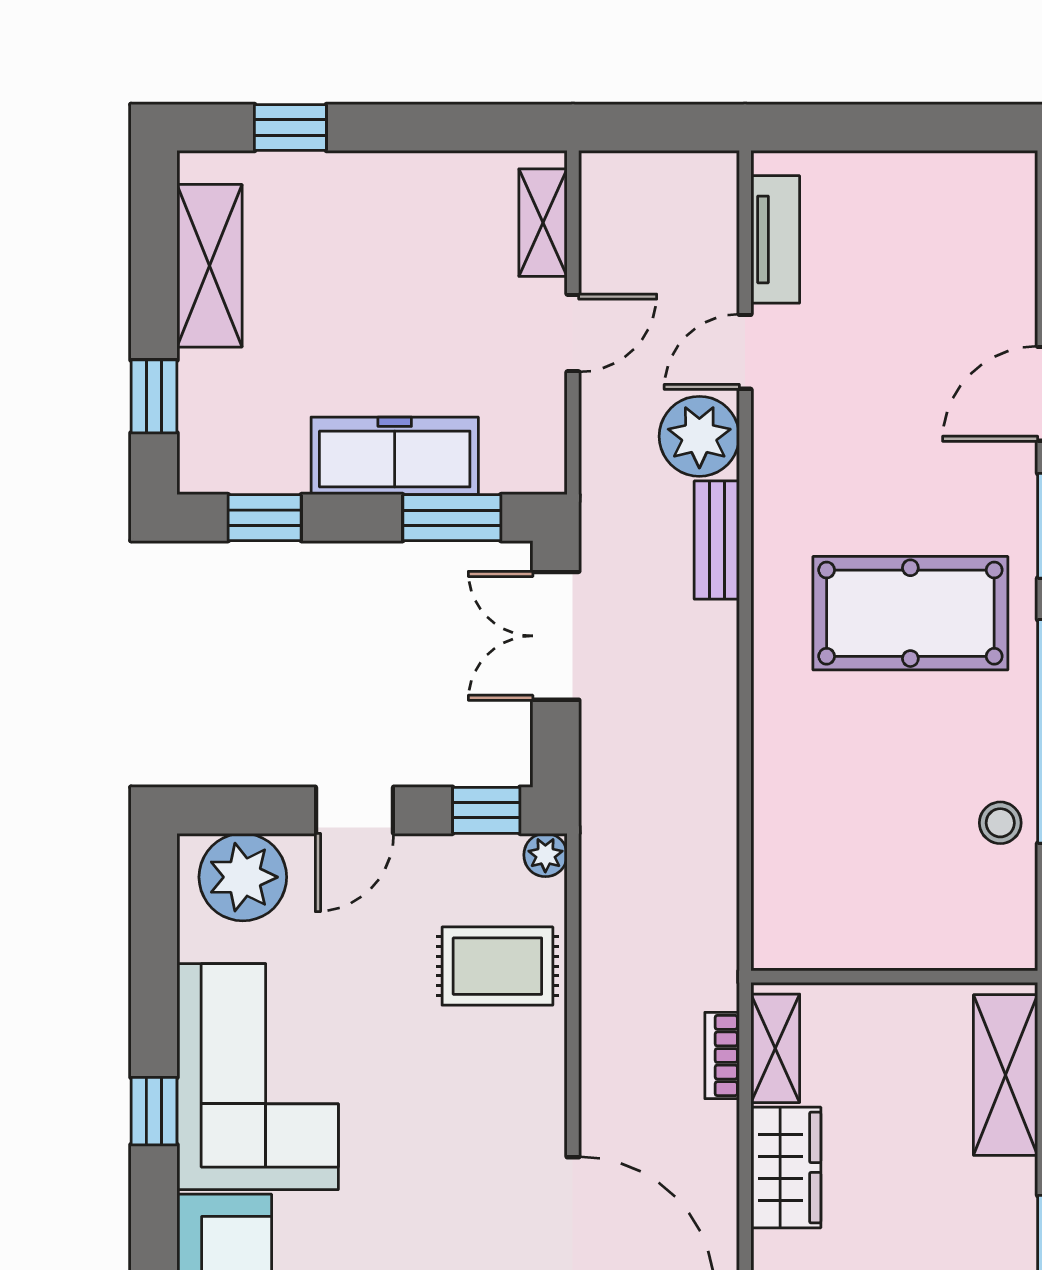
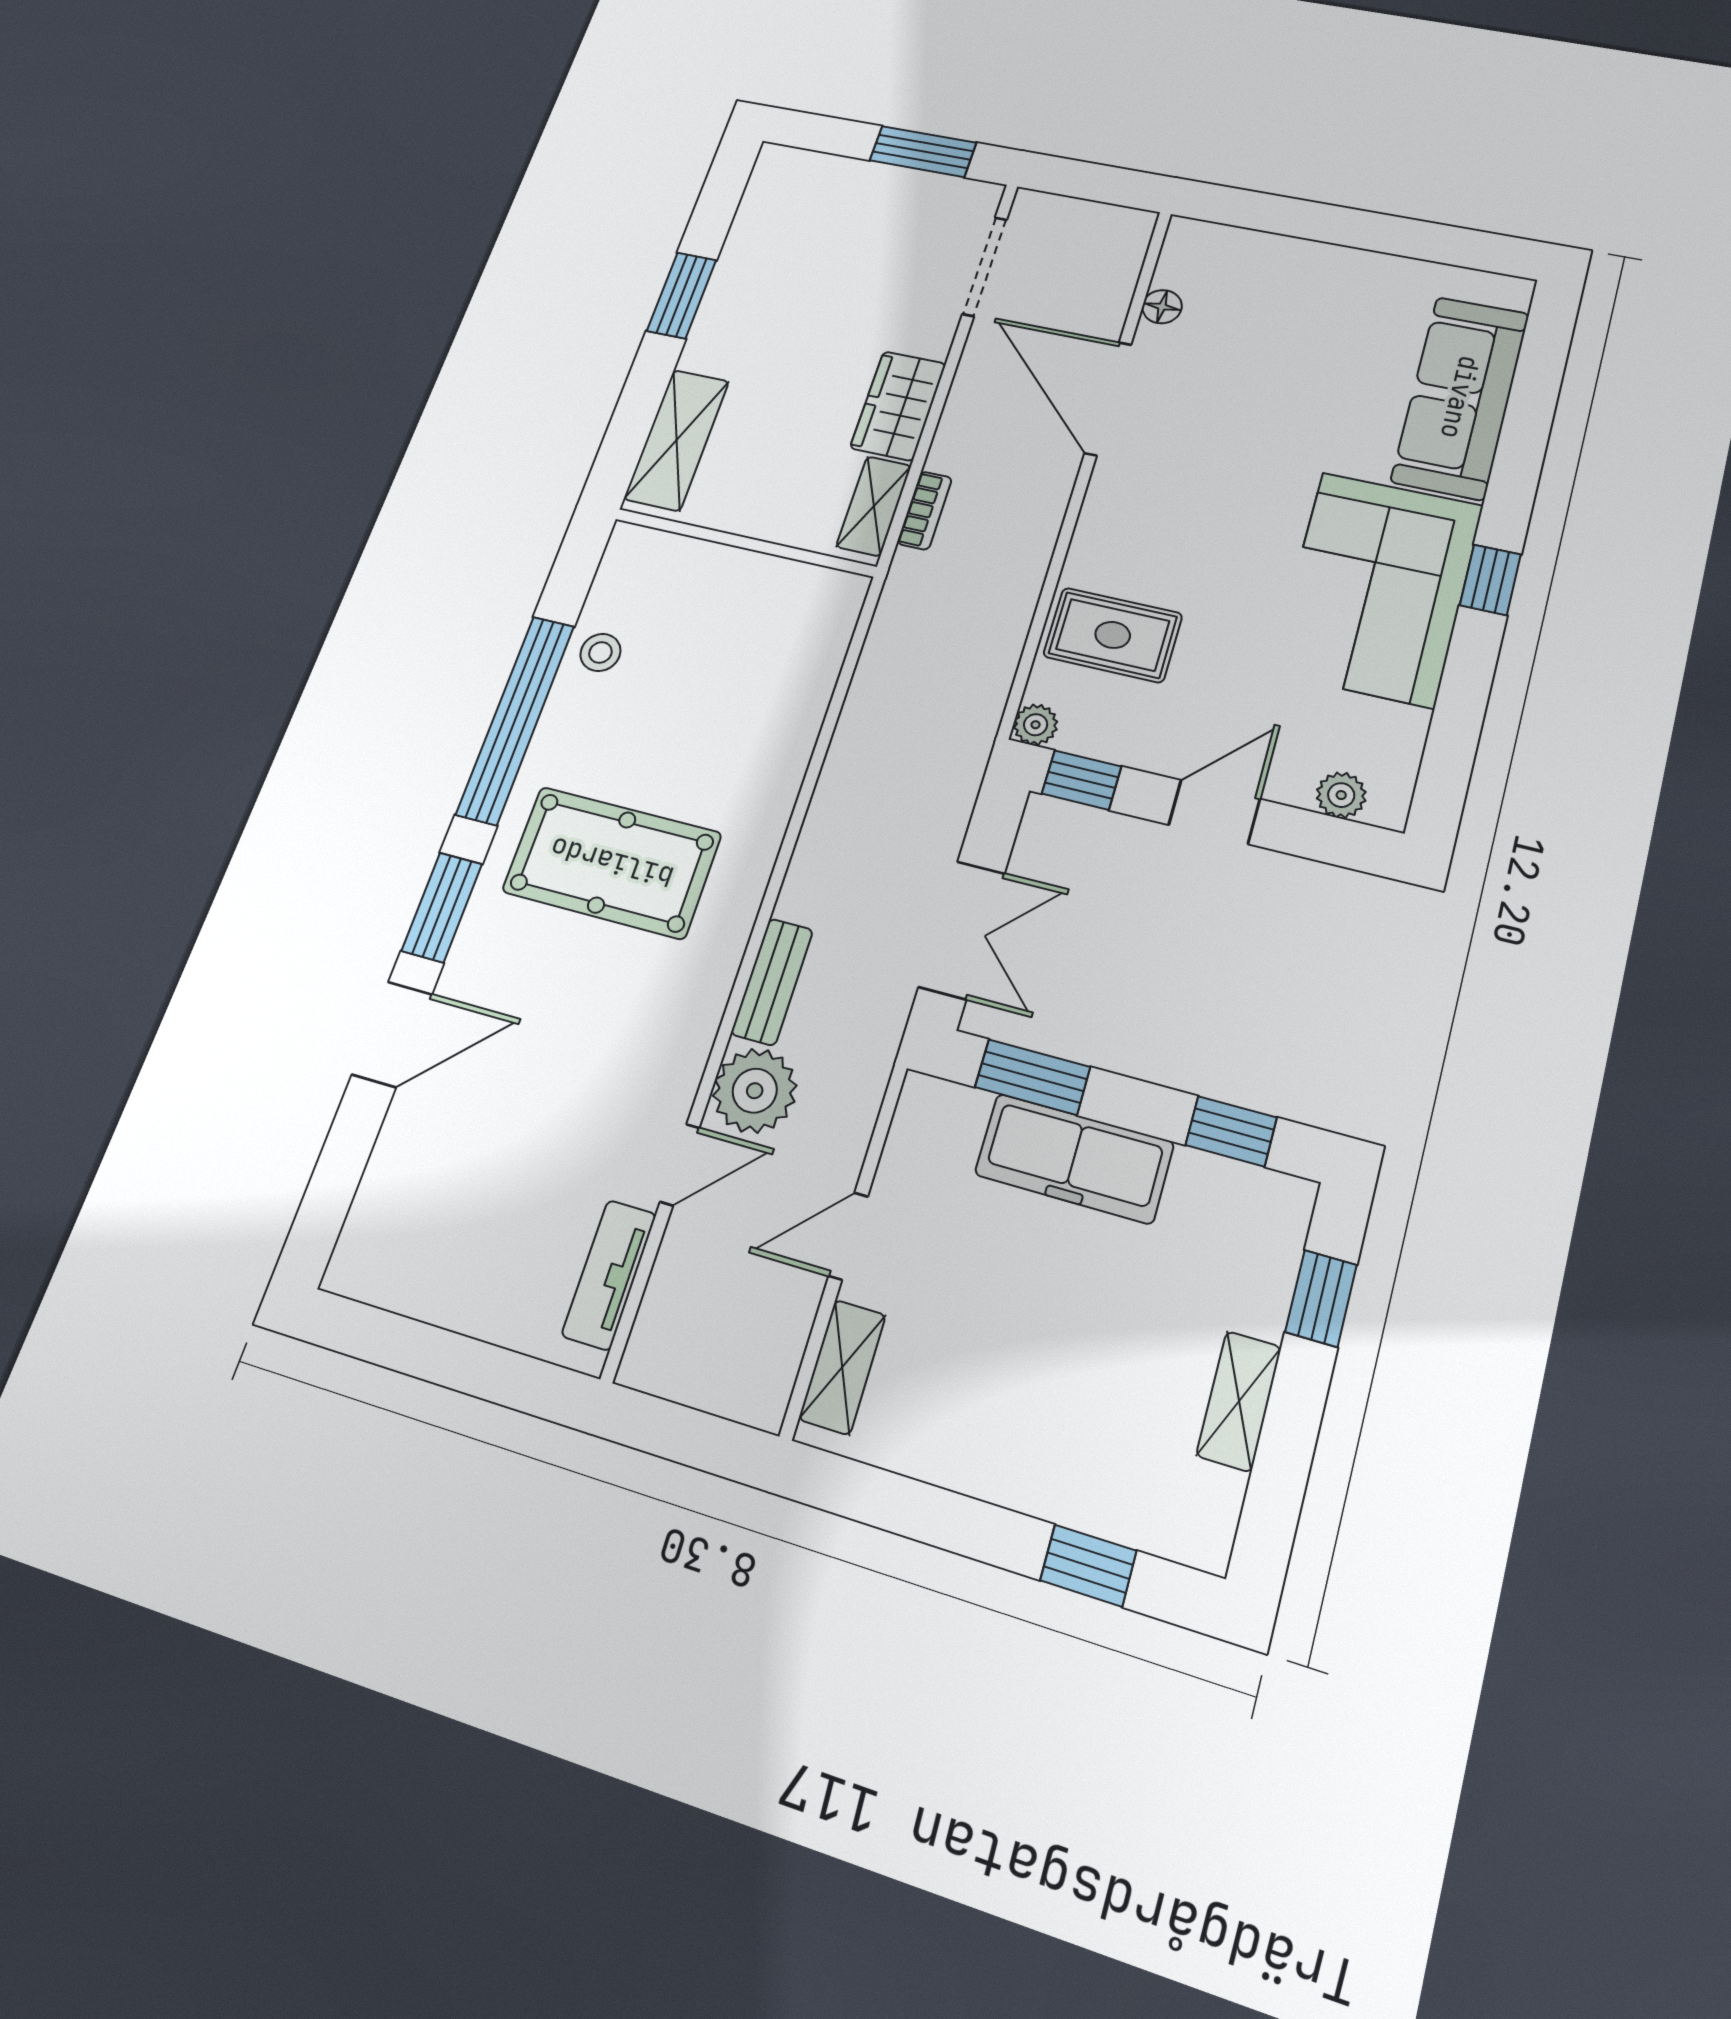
shelving: (210, 266) -> (1239, 1401), width x0.67, depth x0.75
plant: (243, 877) -> (1341, 795), width x0.53, depth x0.53

